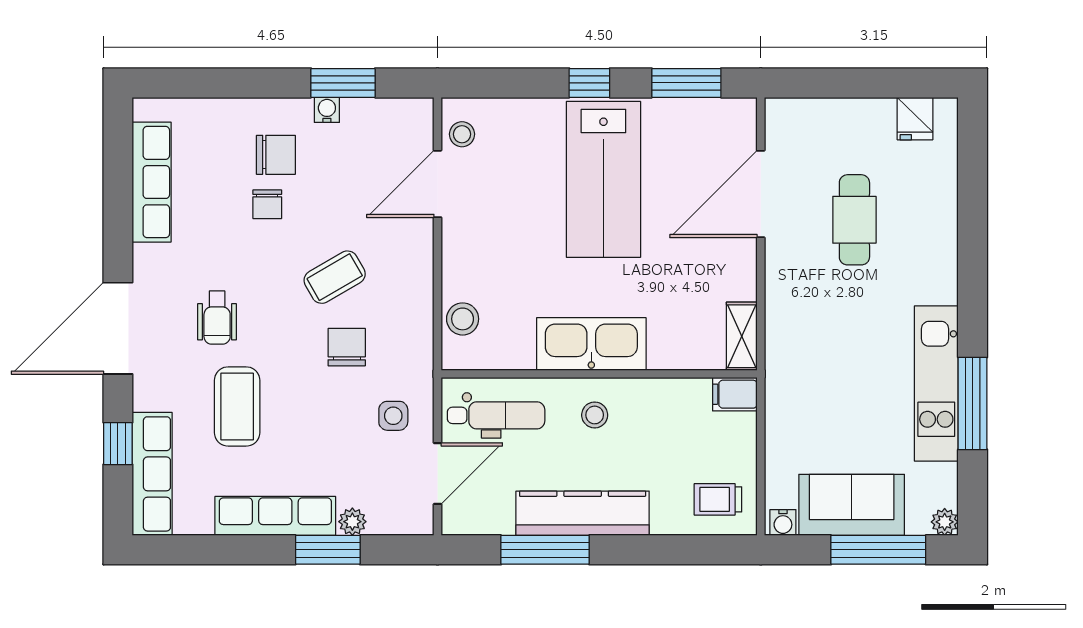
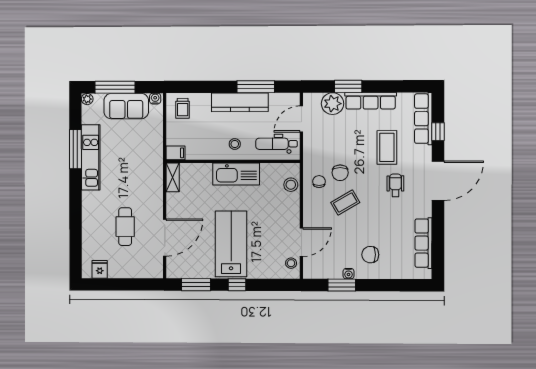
chair: (267, 204) -> (319, 182), moved
side table: (393, 416) -> (320, 144), removed
trolley: (718, 499) -> (183, 108), turned 90
plant: (352, 522) -> (333, 104), width x1.88, depth x1.88

